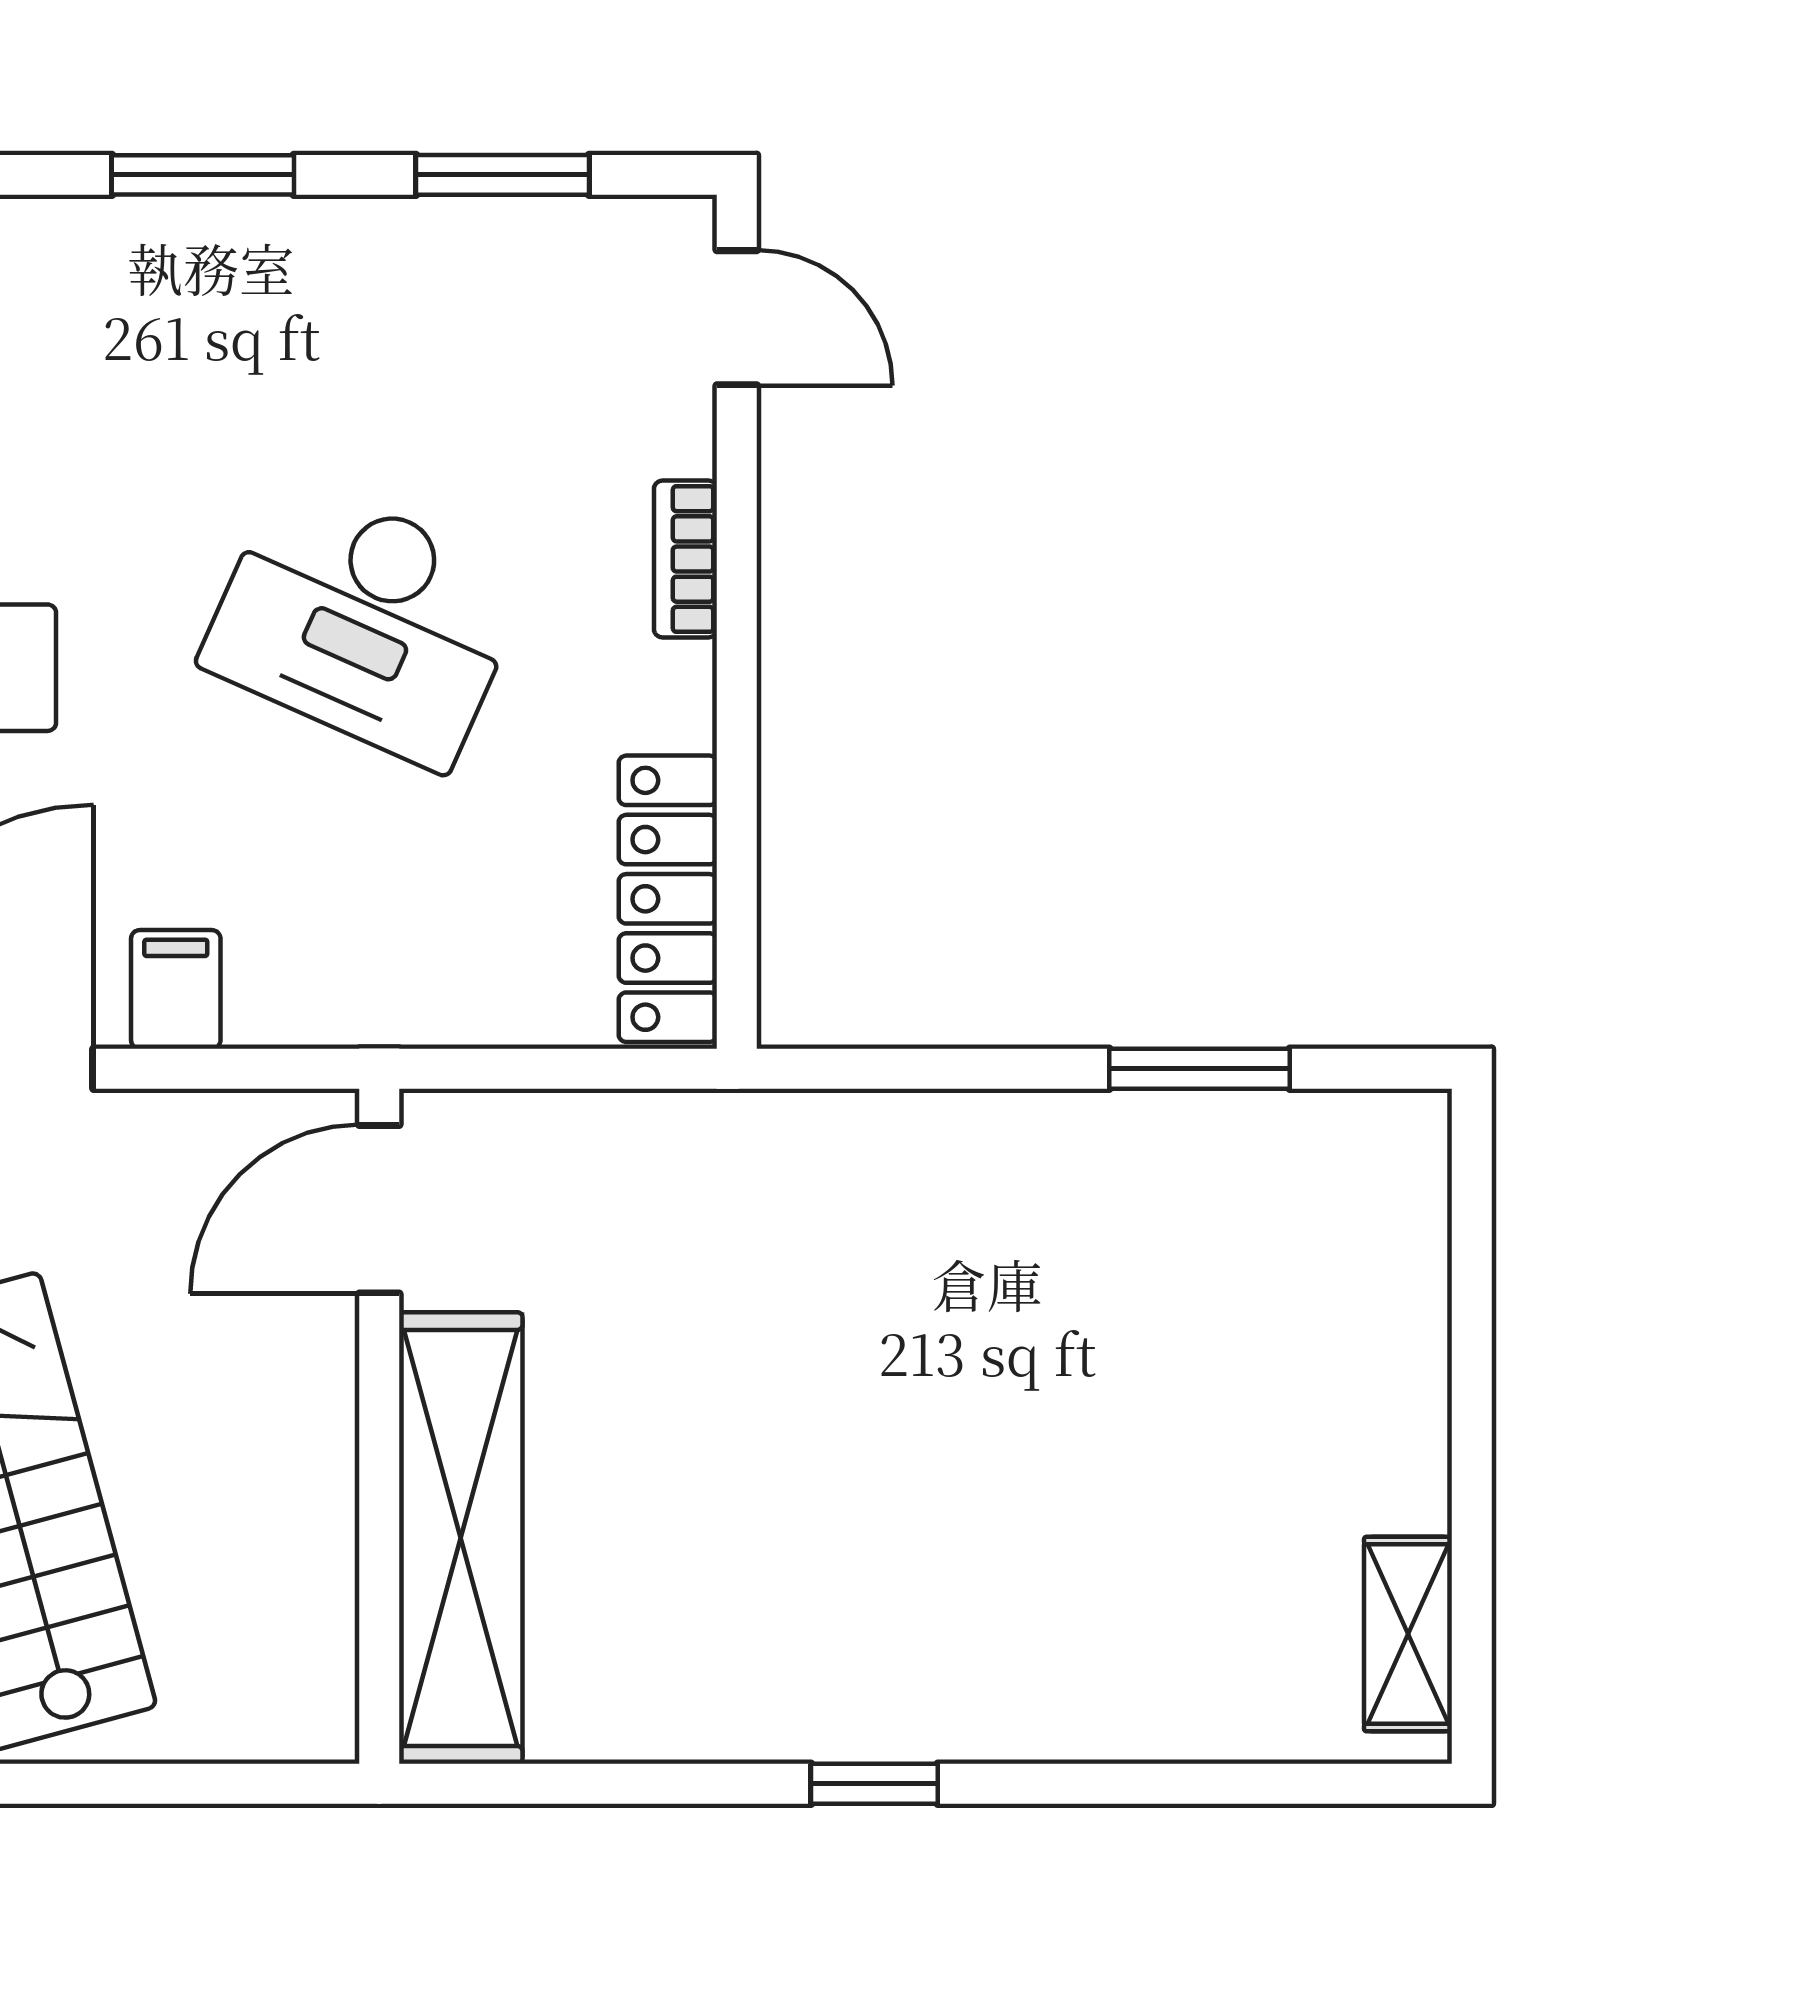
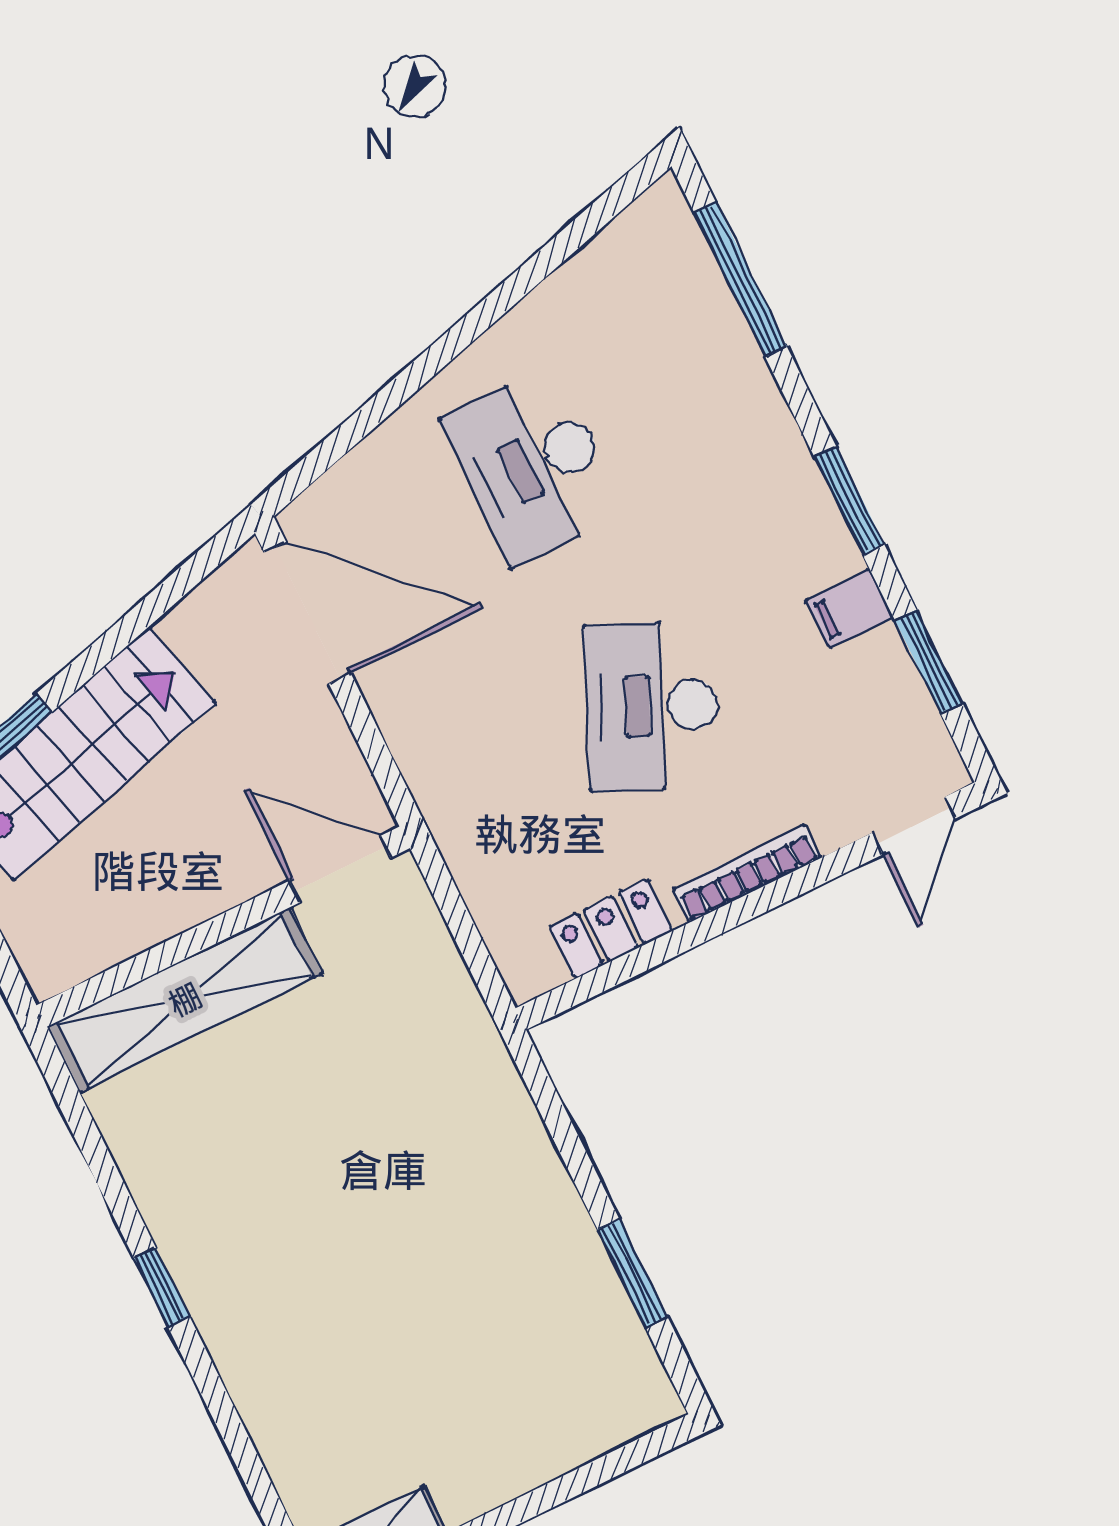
bookcase: (685, 559) -> (747, 874), width x1.56
locker: (668, 899) -> (611, 929), width x0.66
filing cabinet: (176, 989) -> (849, 608), moved, turned 180

